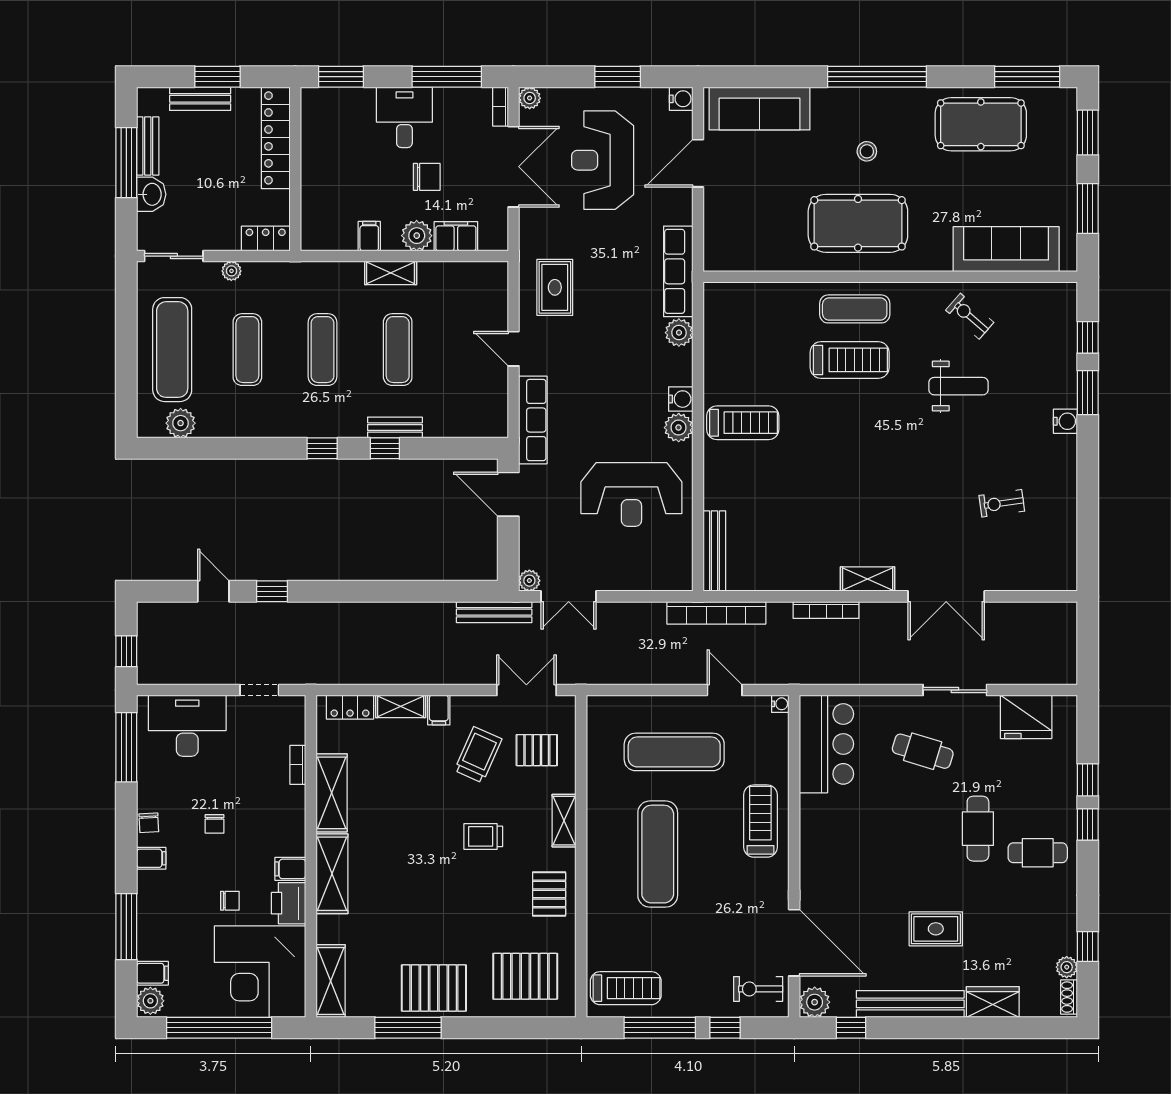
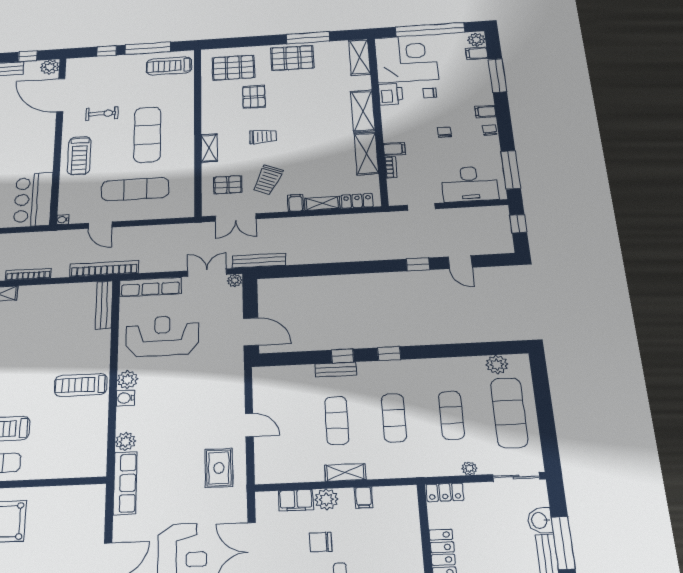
row of seats: (533, 420) -> (150, 287), moved, turned -90
filing cabinet: (290, 869) -> (394, 149), moved
pallet: (549, 894) -> (254, 97), moved
exercise bike: (758, 989) -> (102, 114), moved

